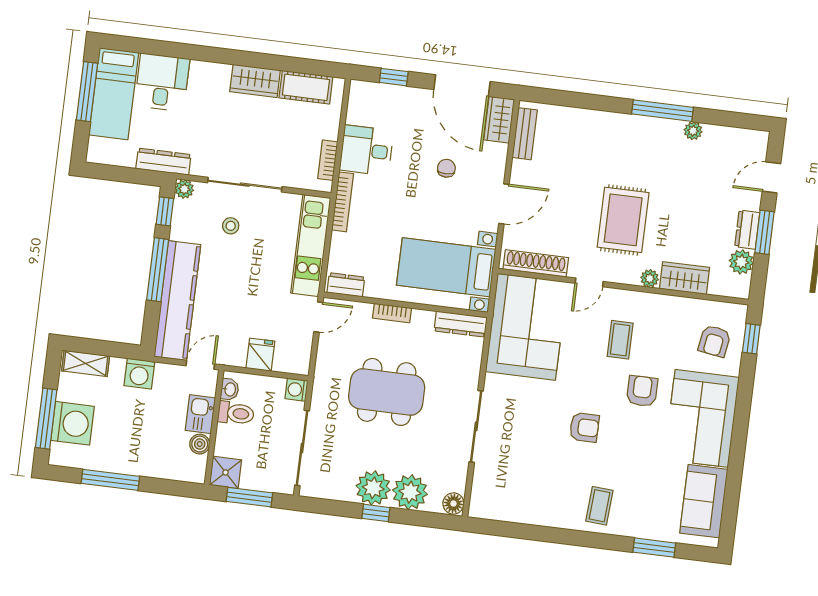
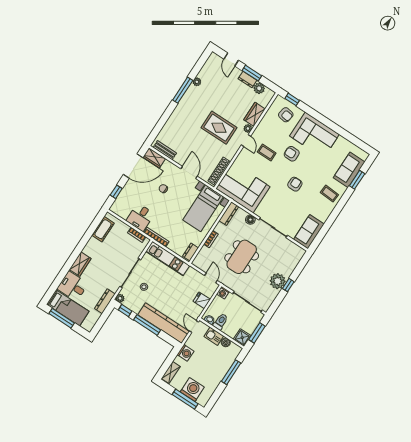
wardrobe: (255, 81) -> (80, 264), moved
door: (589, 282) -> (246, 141), moved
door: (318, 317) -> (211, 278), moved
window: (110, 480) -> (231, 372), moved
plant: (410, 492) -> (287, 267), removed
sofa: (704, 501) -> (349, 170), moved, turned 90
sofa: (503, 502) -> (309, 232), added
floor lamp: (453, 503) -> (250, 220), moved

